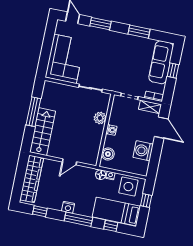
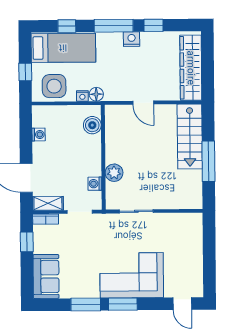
window: (100, 24) -> (123, 304), moved
corner sofa: (65, 59) -> (132, 275), moved, turned 90
sofa: (161, 62) -> (46, 276), width x0.73
window: (173, 70) -> (27, 242), moved
washing machine: (111, 130) -> (95, 184), moved
washing machine: (143, 151) -> (39, 135), width x0.53, depth x0.53
door: (70, 162) -> (143, 103), swing flipped
window: (40, 211) -> (154, 25), moved

